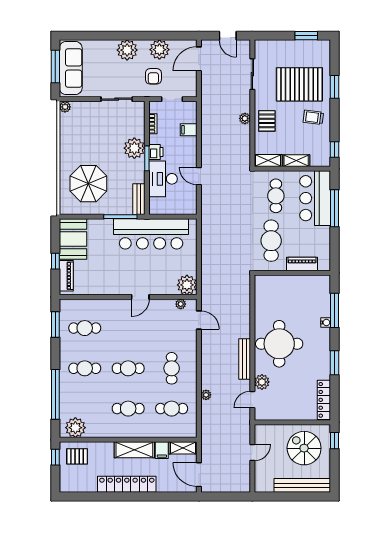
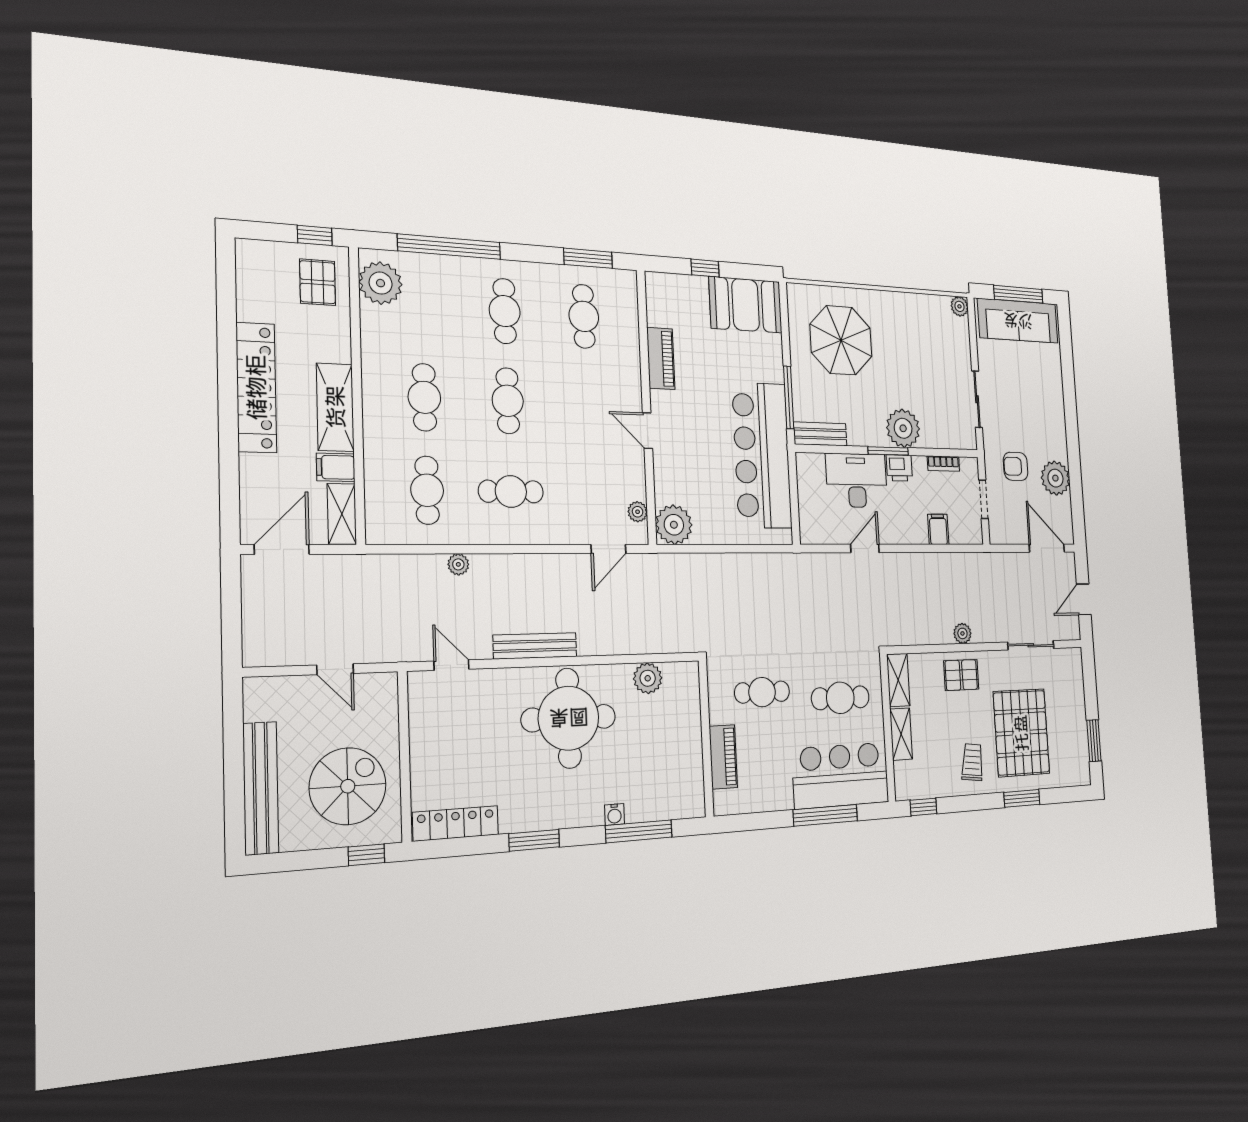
plant: (127, 50) -> (1051, 421), removed
cafe table: (271, 241) -> (762, 692), width x0.73, depth x0.74
piano: (66, 276) -> (661, 358), moved, turned -90
plant: (262, 382) -> (648, 678), moved

